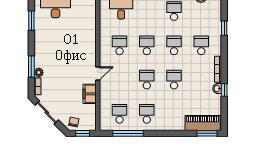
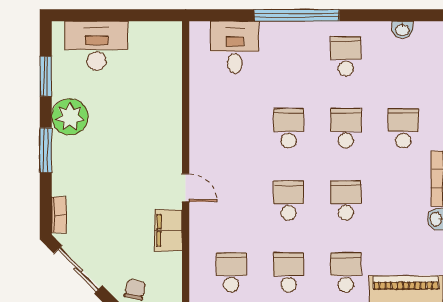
school desk: (120, 45) -> (346, 272), moved
window: (31, 67) -> (46, 150), moved
plant: (39, 72) -> (70, 117), moved, width x1.87, depth x1.87
door: (98, 74) -> (186, 188), hinge flipped

